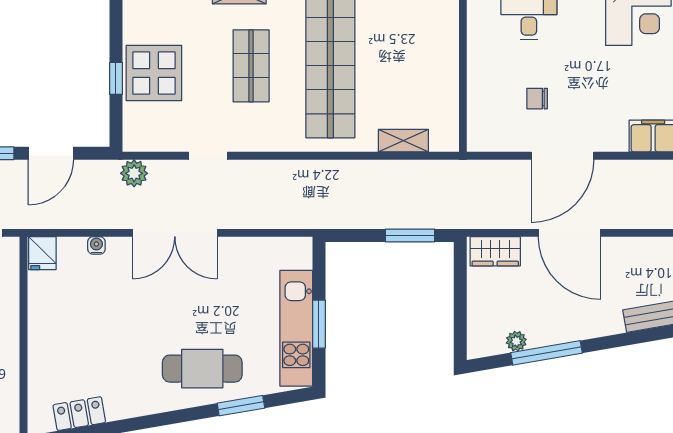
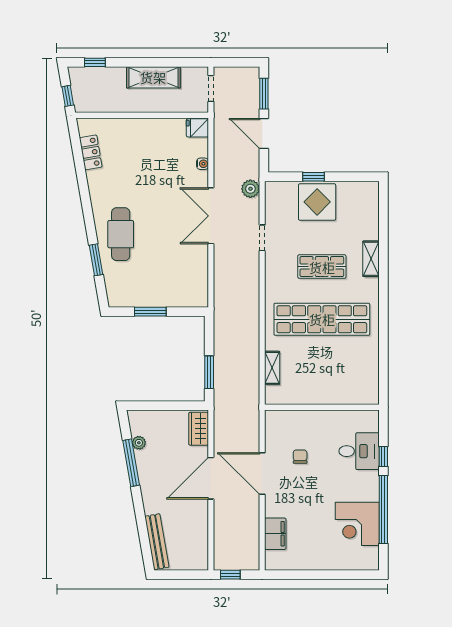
kitchen unit: (296, 328) -> (147, 297), removed

